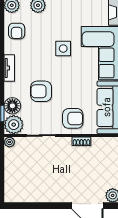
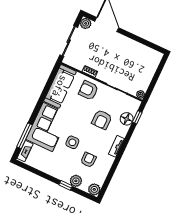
armchair: (17, 31) -> (88, 160), moved
armchair: (41, 91) -> (102, 120), turned 90
plant: (14, 125) -> (132, 105), removed

